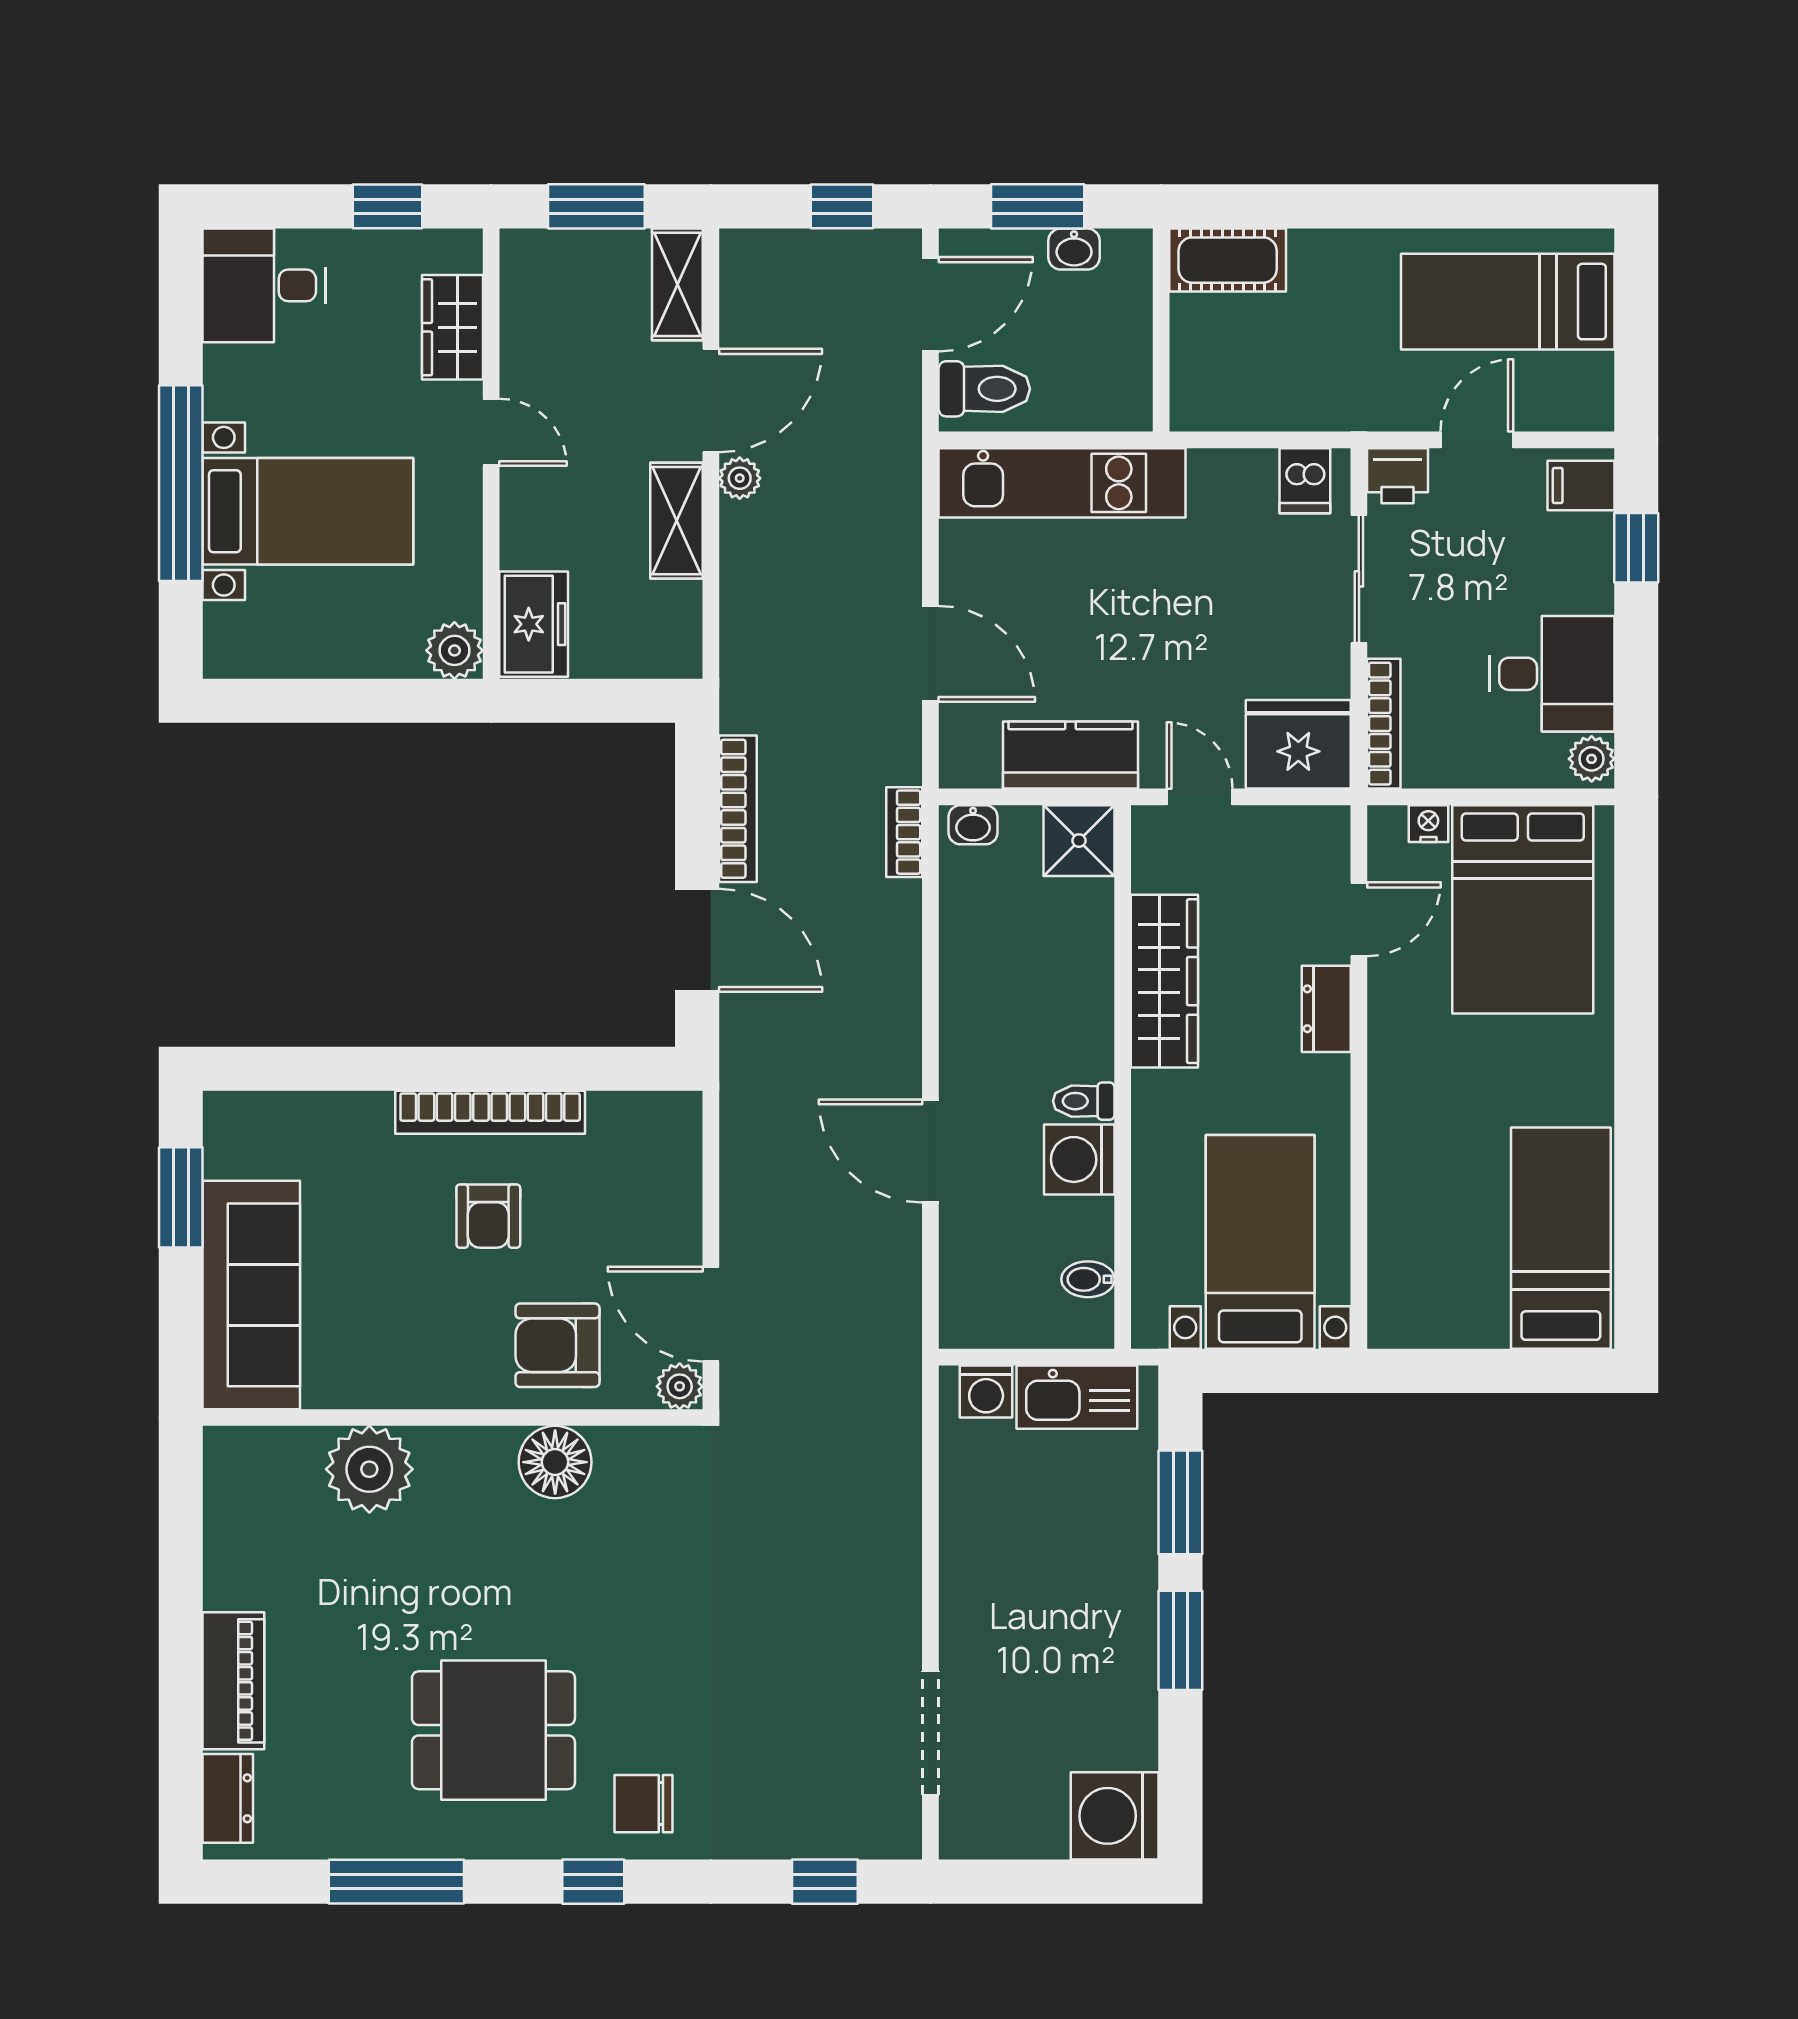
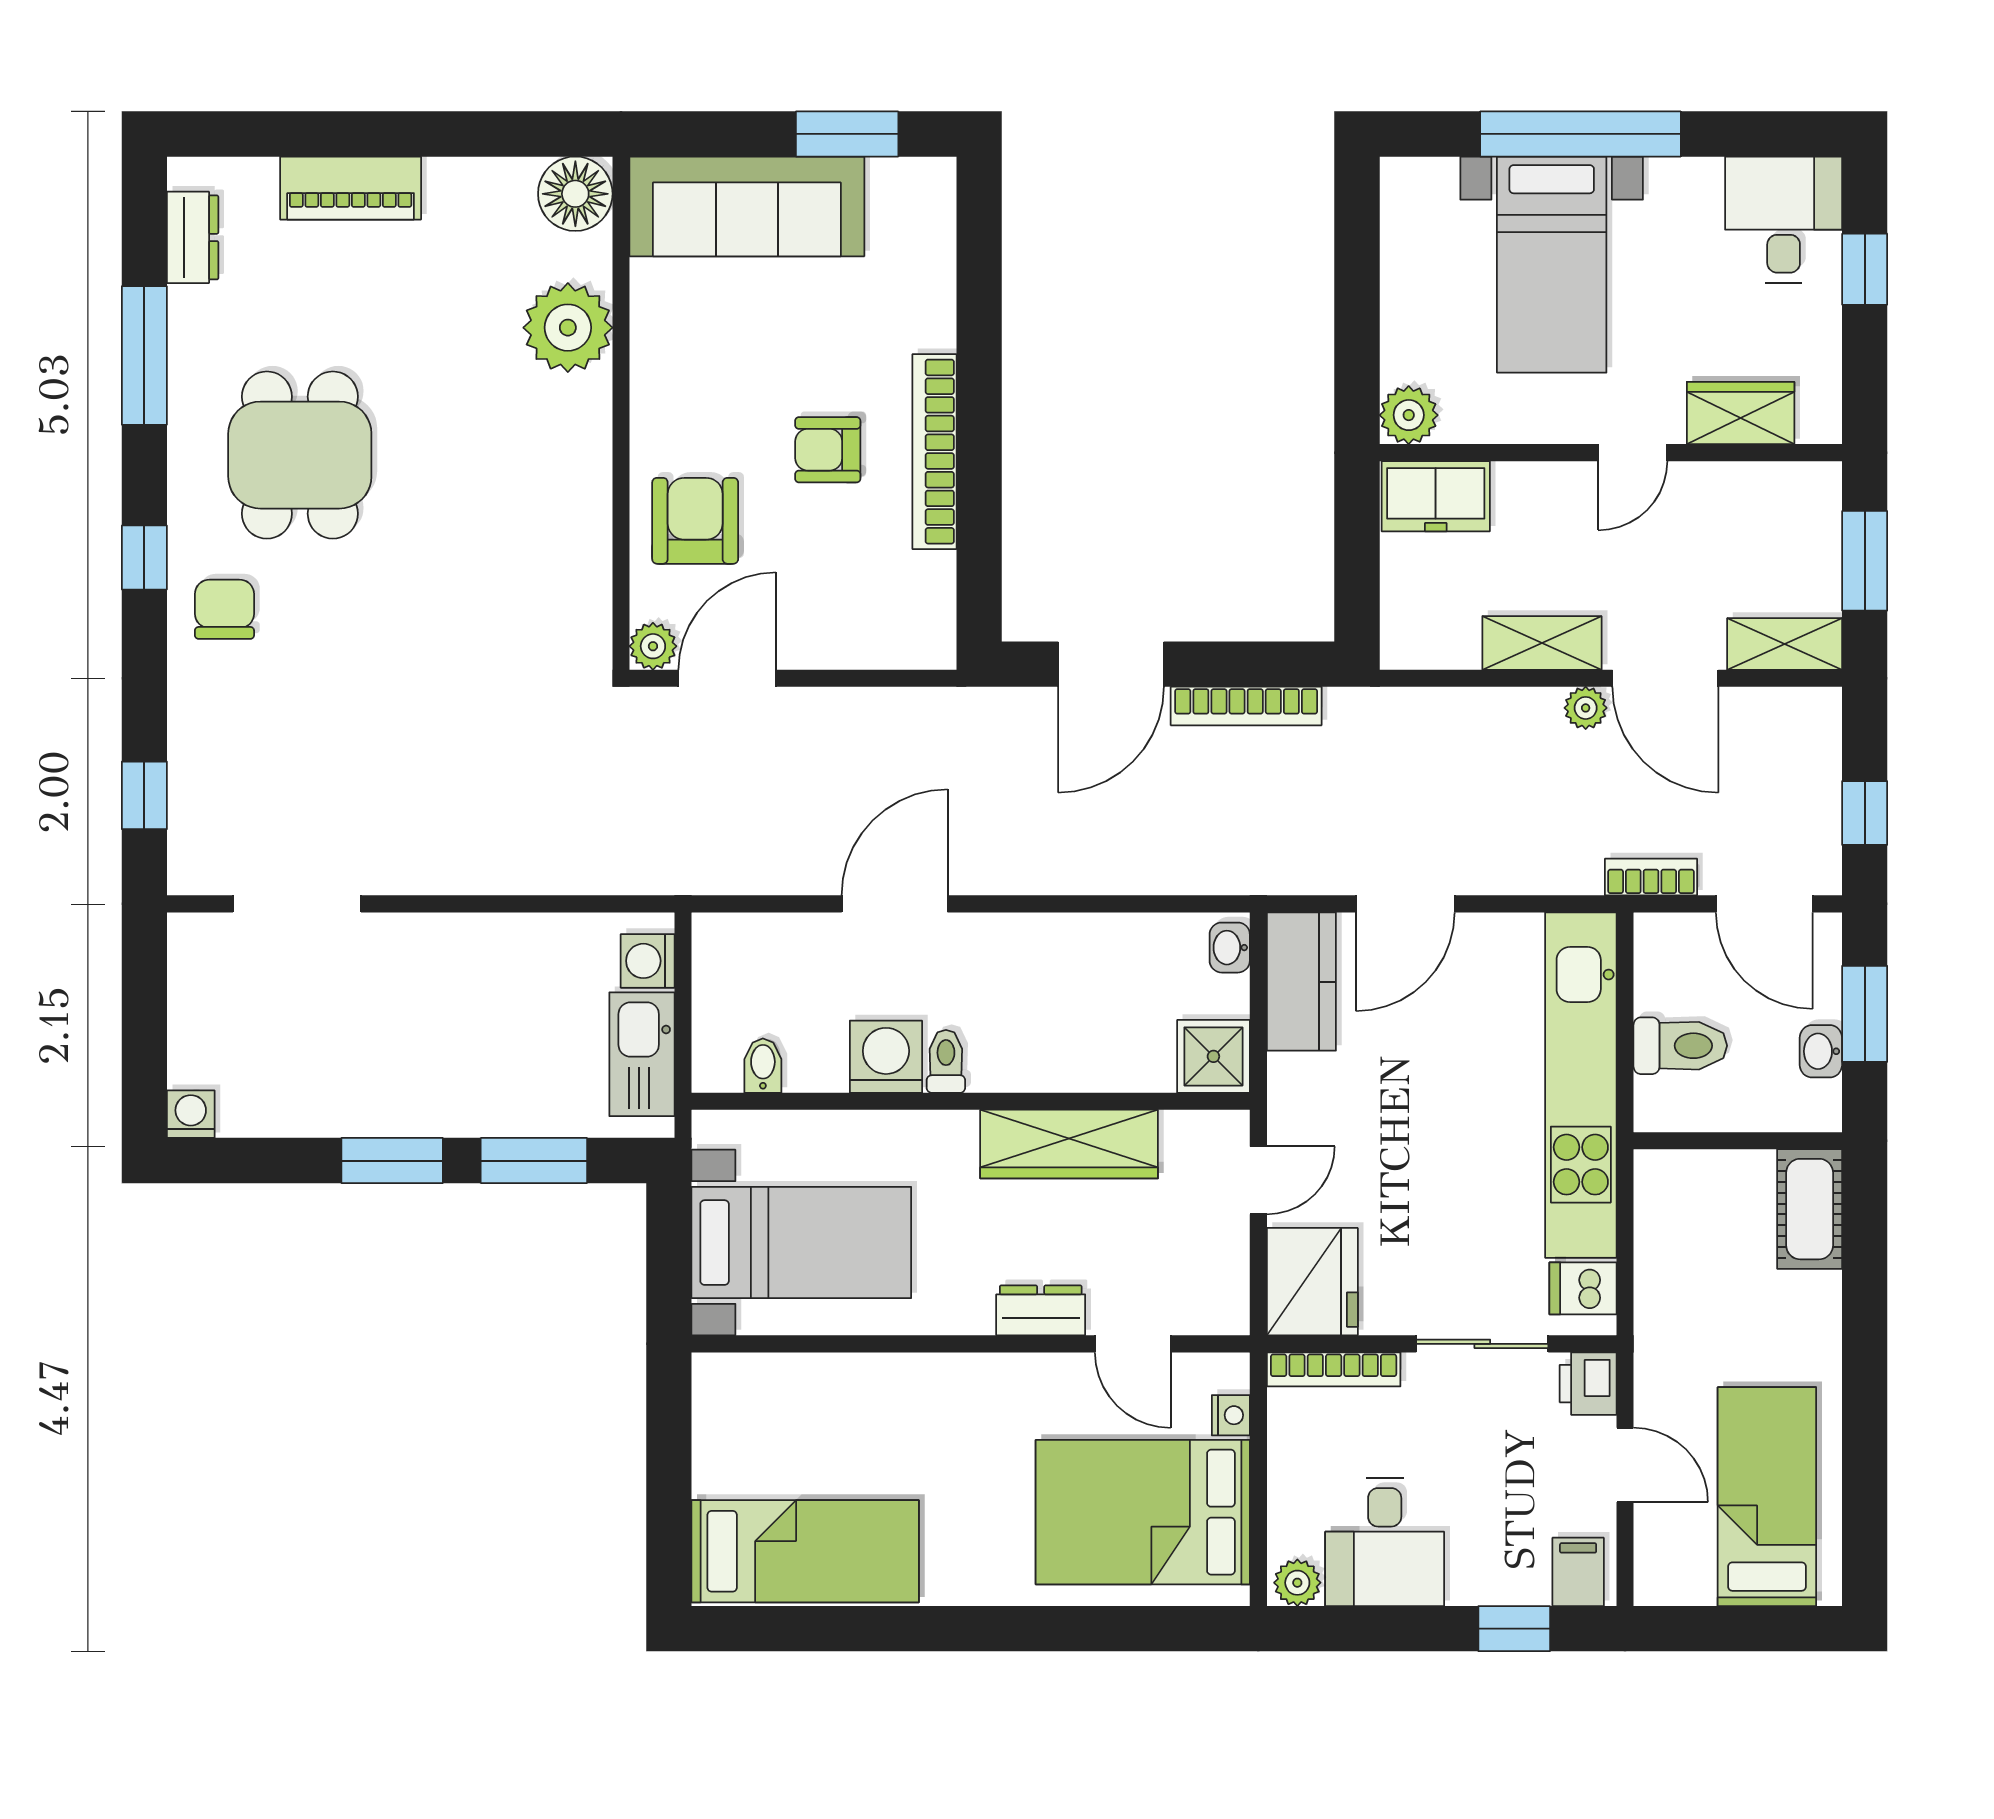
window: (387, 206) -> (1865, 269), moved
toilet: (984, 389) -> (1680, 1046), moved, turned -90
kitchen unit: (1062, 483) -> (1581, 1085), width x1.36
kitchen counter: (1070, 755) -> (1301, 982), moved
bookcase: (904, 832) -> (1651, 877), moved
floor lamp: (555, 1462) -> (575, 194), moved
dresser: (228, 1798) -> (193, 237), moved, turned -90
washing machine: (1115, 1816) -> (191, 1114), width x0.53, depth x0.53

